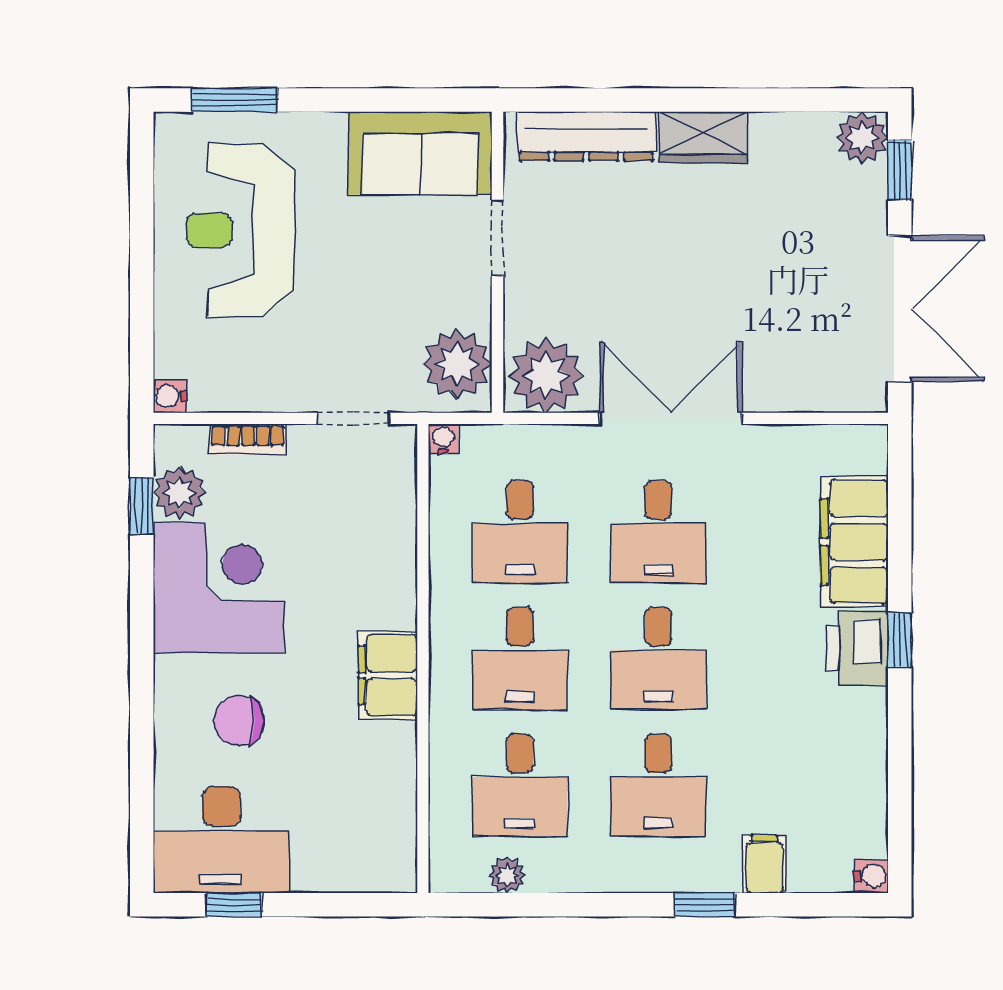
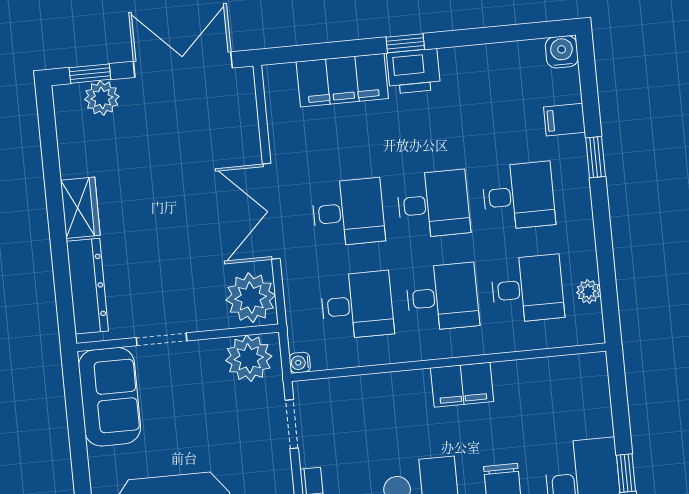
plant: (862, 138) -> (102, 98), moved
water cooler: (871, 876) -> (562, 52), width x1.38, depth x1.38

